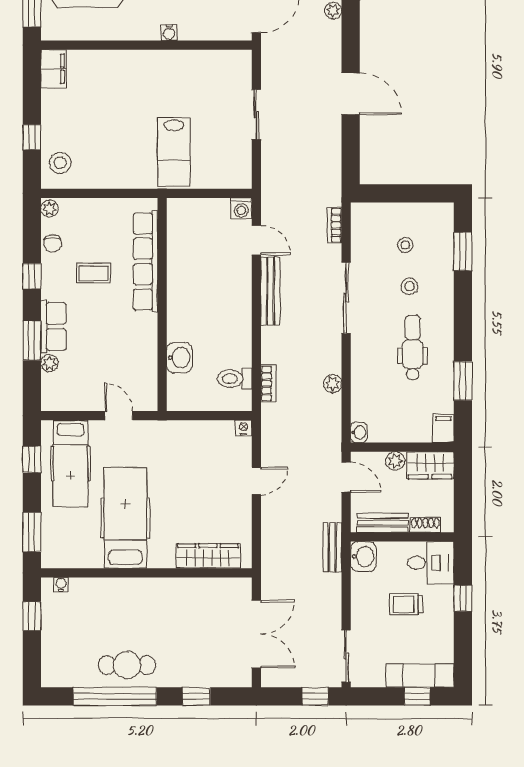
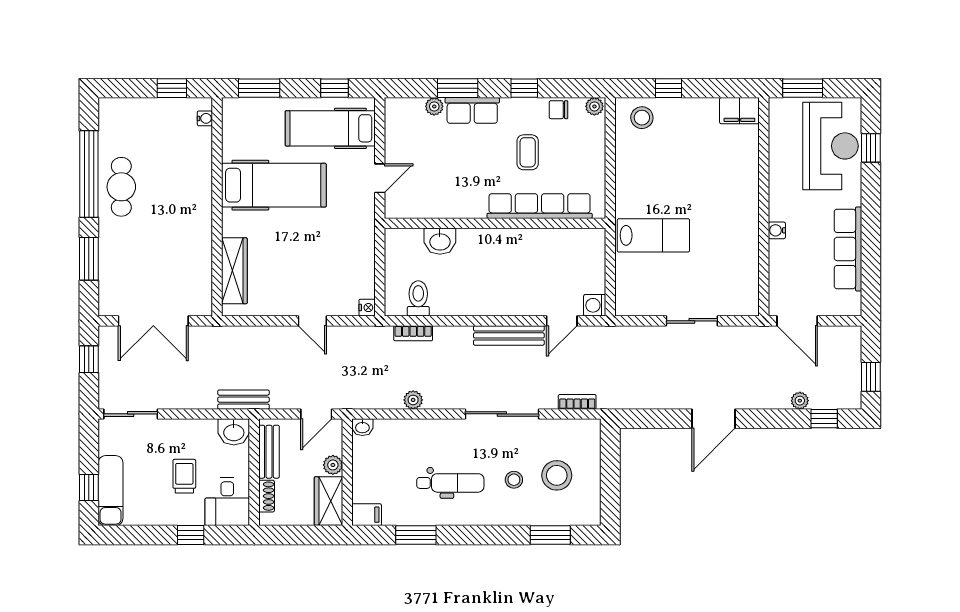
lab bench: (174, 152) -> (653, 235), turned 180
stool: (405, 245) -> (557, 475), width x1.89, depth x1.89
window: (196, 696) -> (89, 259), width x1.50
window: (315, 696) -> (89, 359), moved

